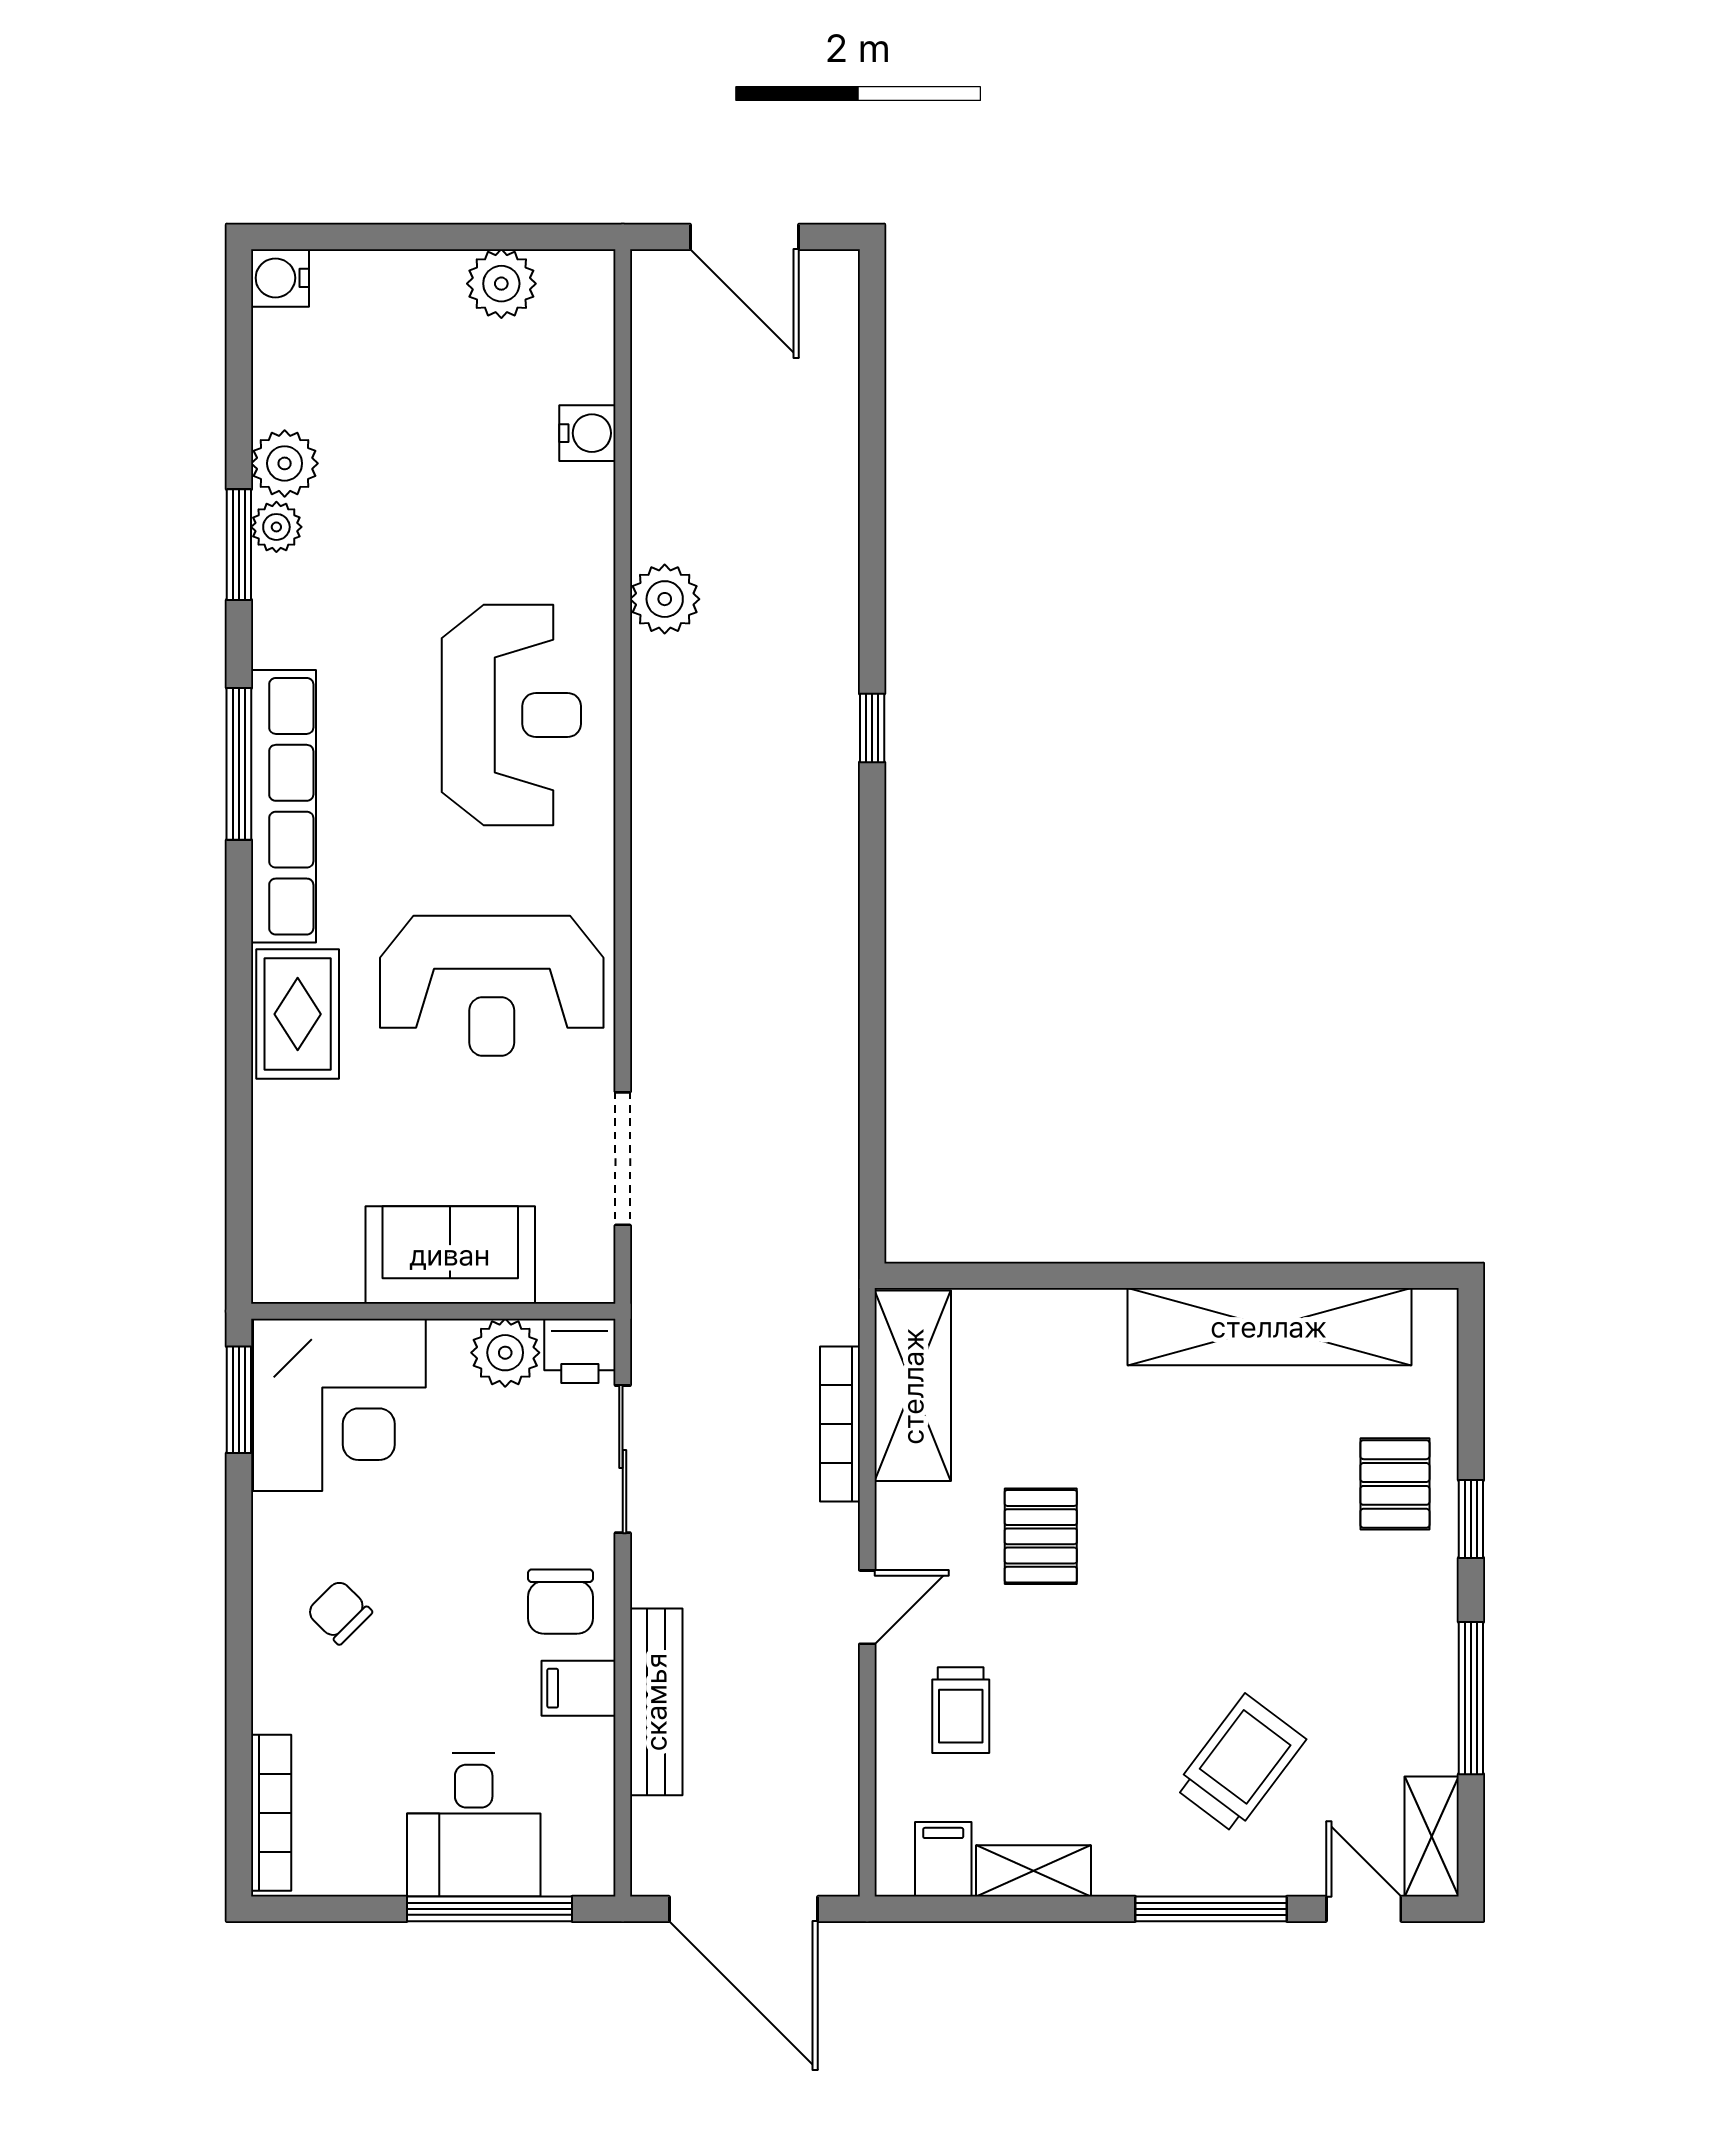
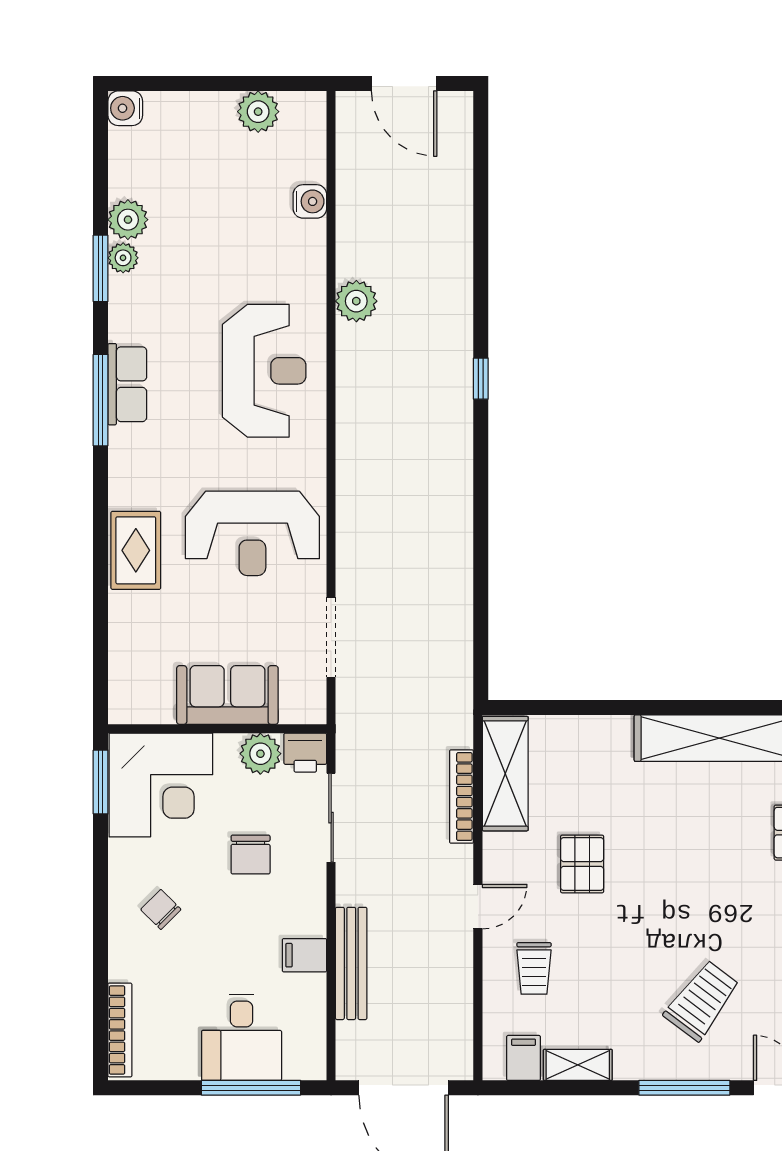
row of seats: (284, 806) -> (127, 384), width x0.50
chair: (560, 1602) -> (251, 855), moved

